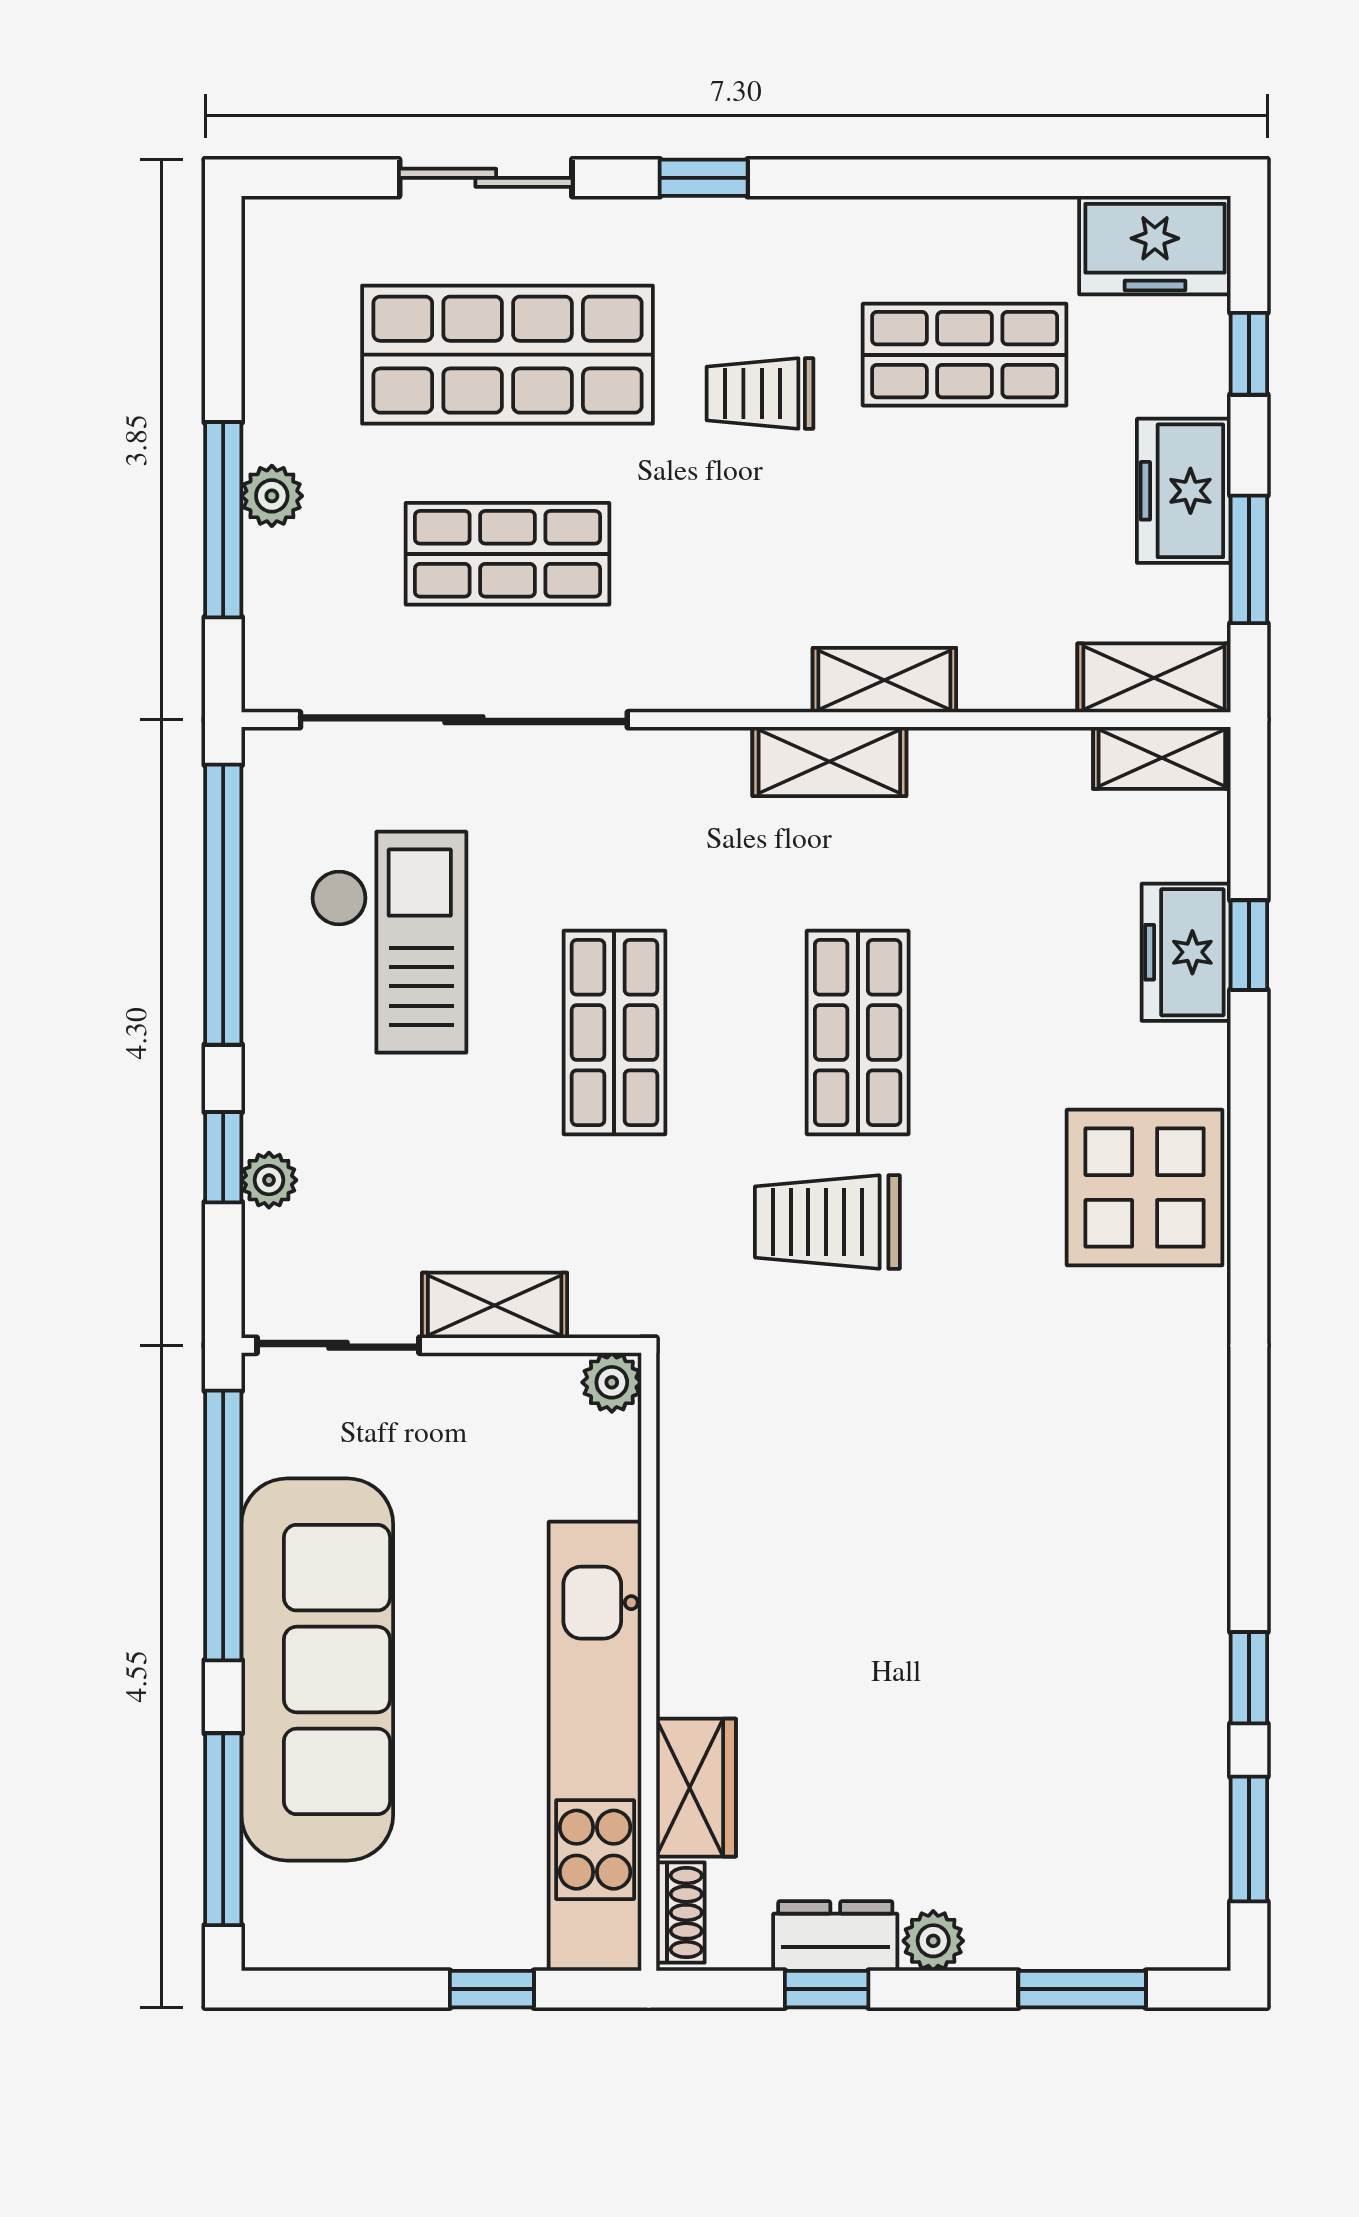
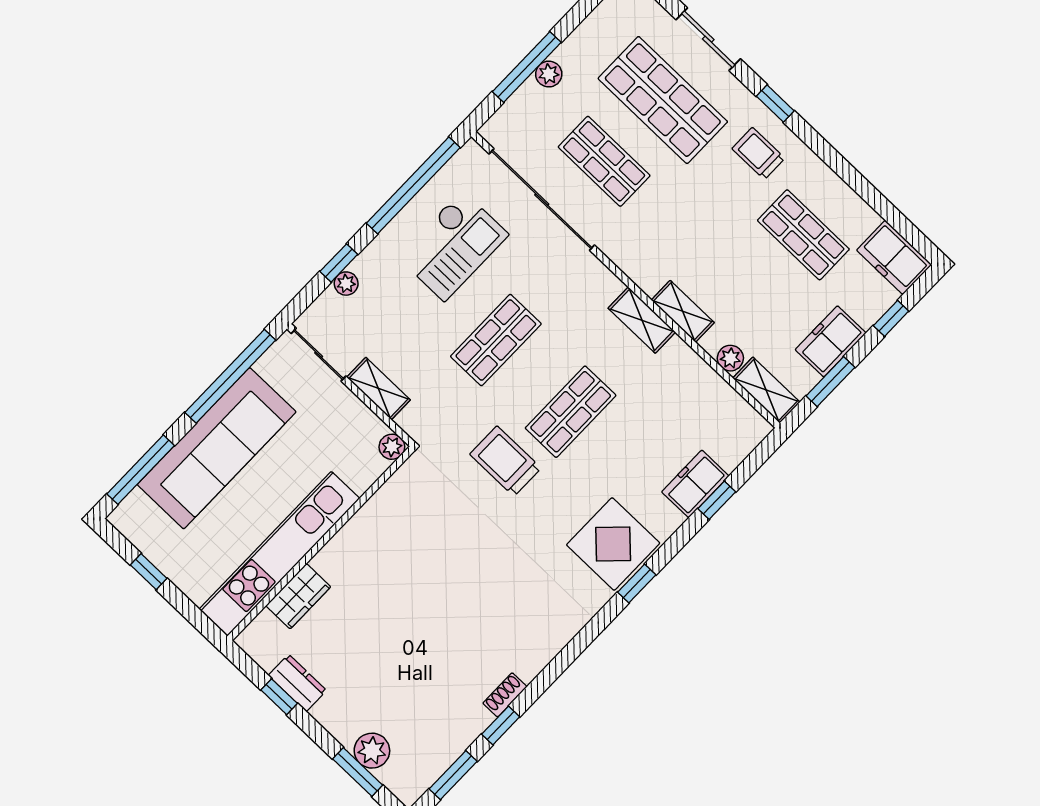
trolley: (760, 394) -> (758, 153), moved
plant: (1041, 682) -> (730, 358), added
shelving: (1162, 758) -> (745, 417), removed
window: (1249, 1216) -> (637, 584), added
shoe rack: (680, 1913) -> (505, 695), moved, turned 180
plant: (933, 1941) -> (372, 751), moved, width x1.38, depth x1.38
window: (492, 1989) -> (149, 572), moved

